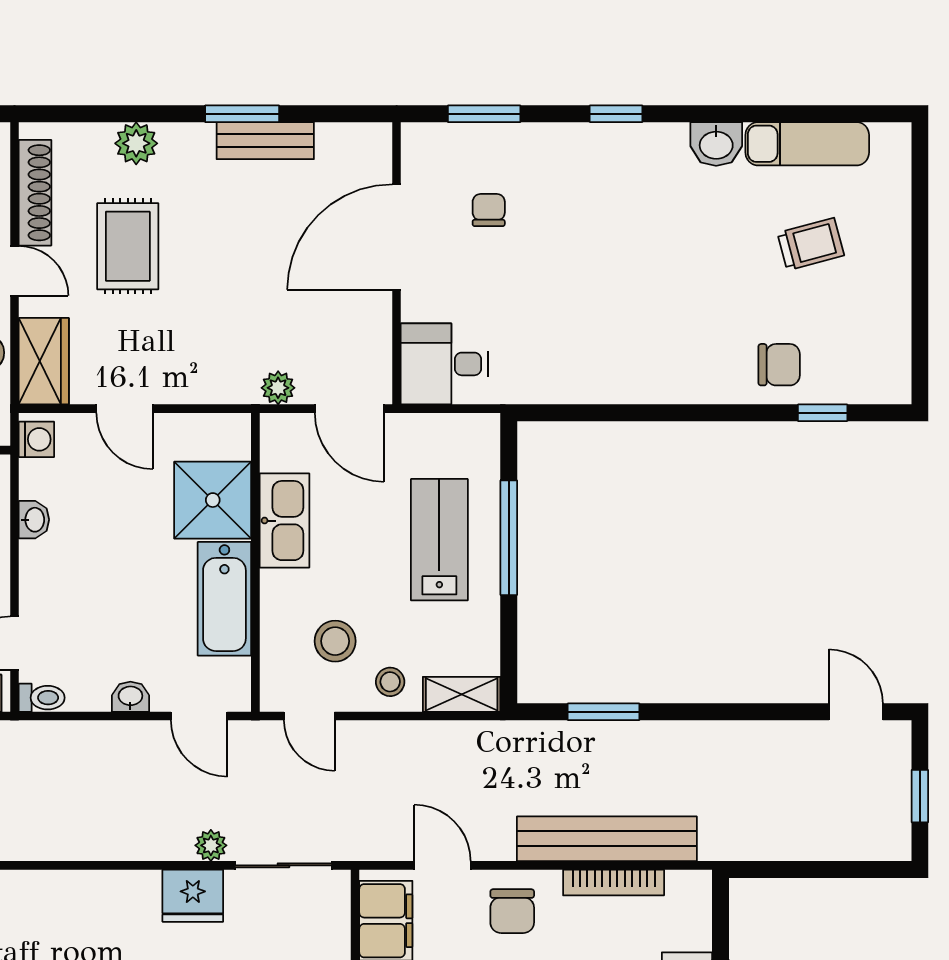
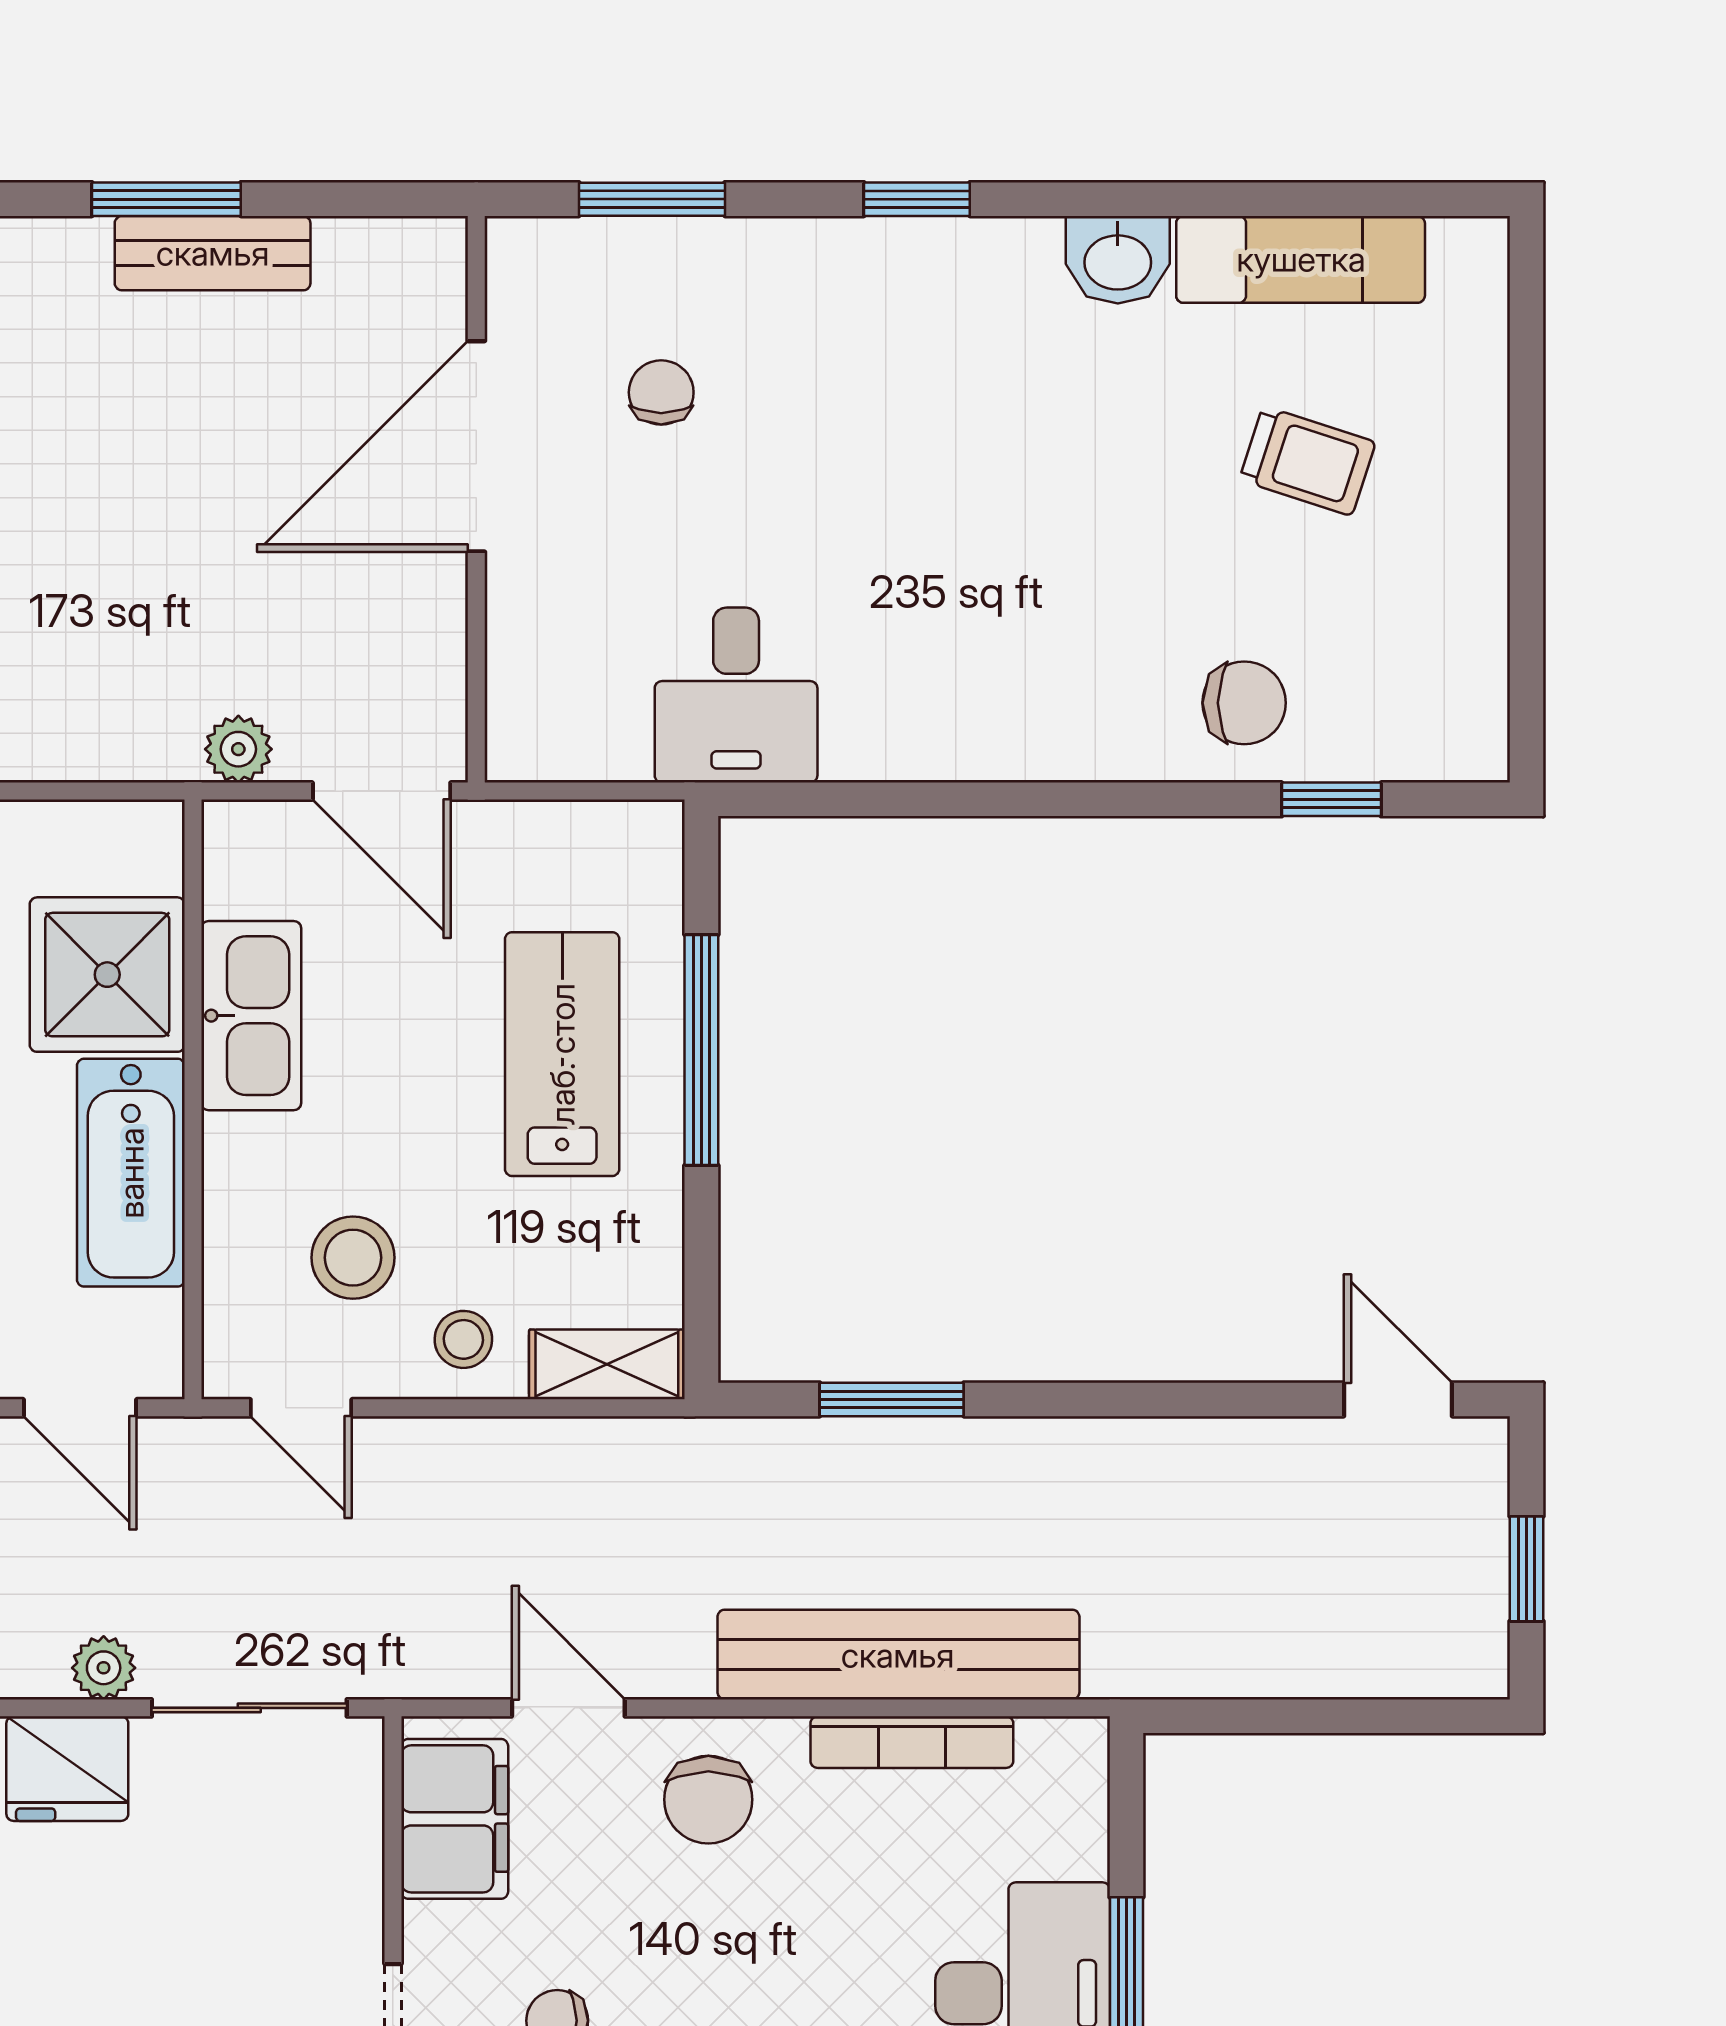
trolley: (811, 244) -> (1307, 461), turned 33
desk: (444, 364) -> (736, 695), moved, turned -90

